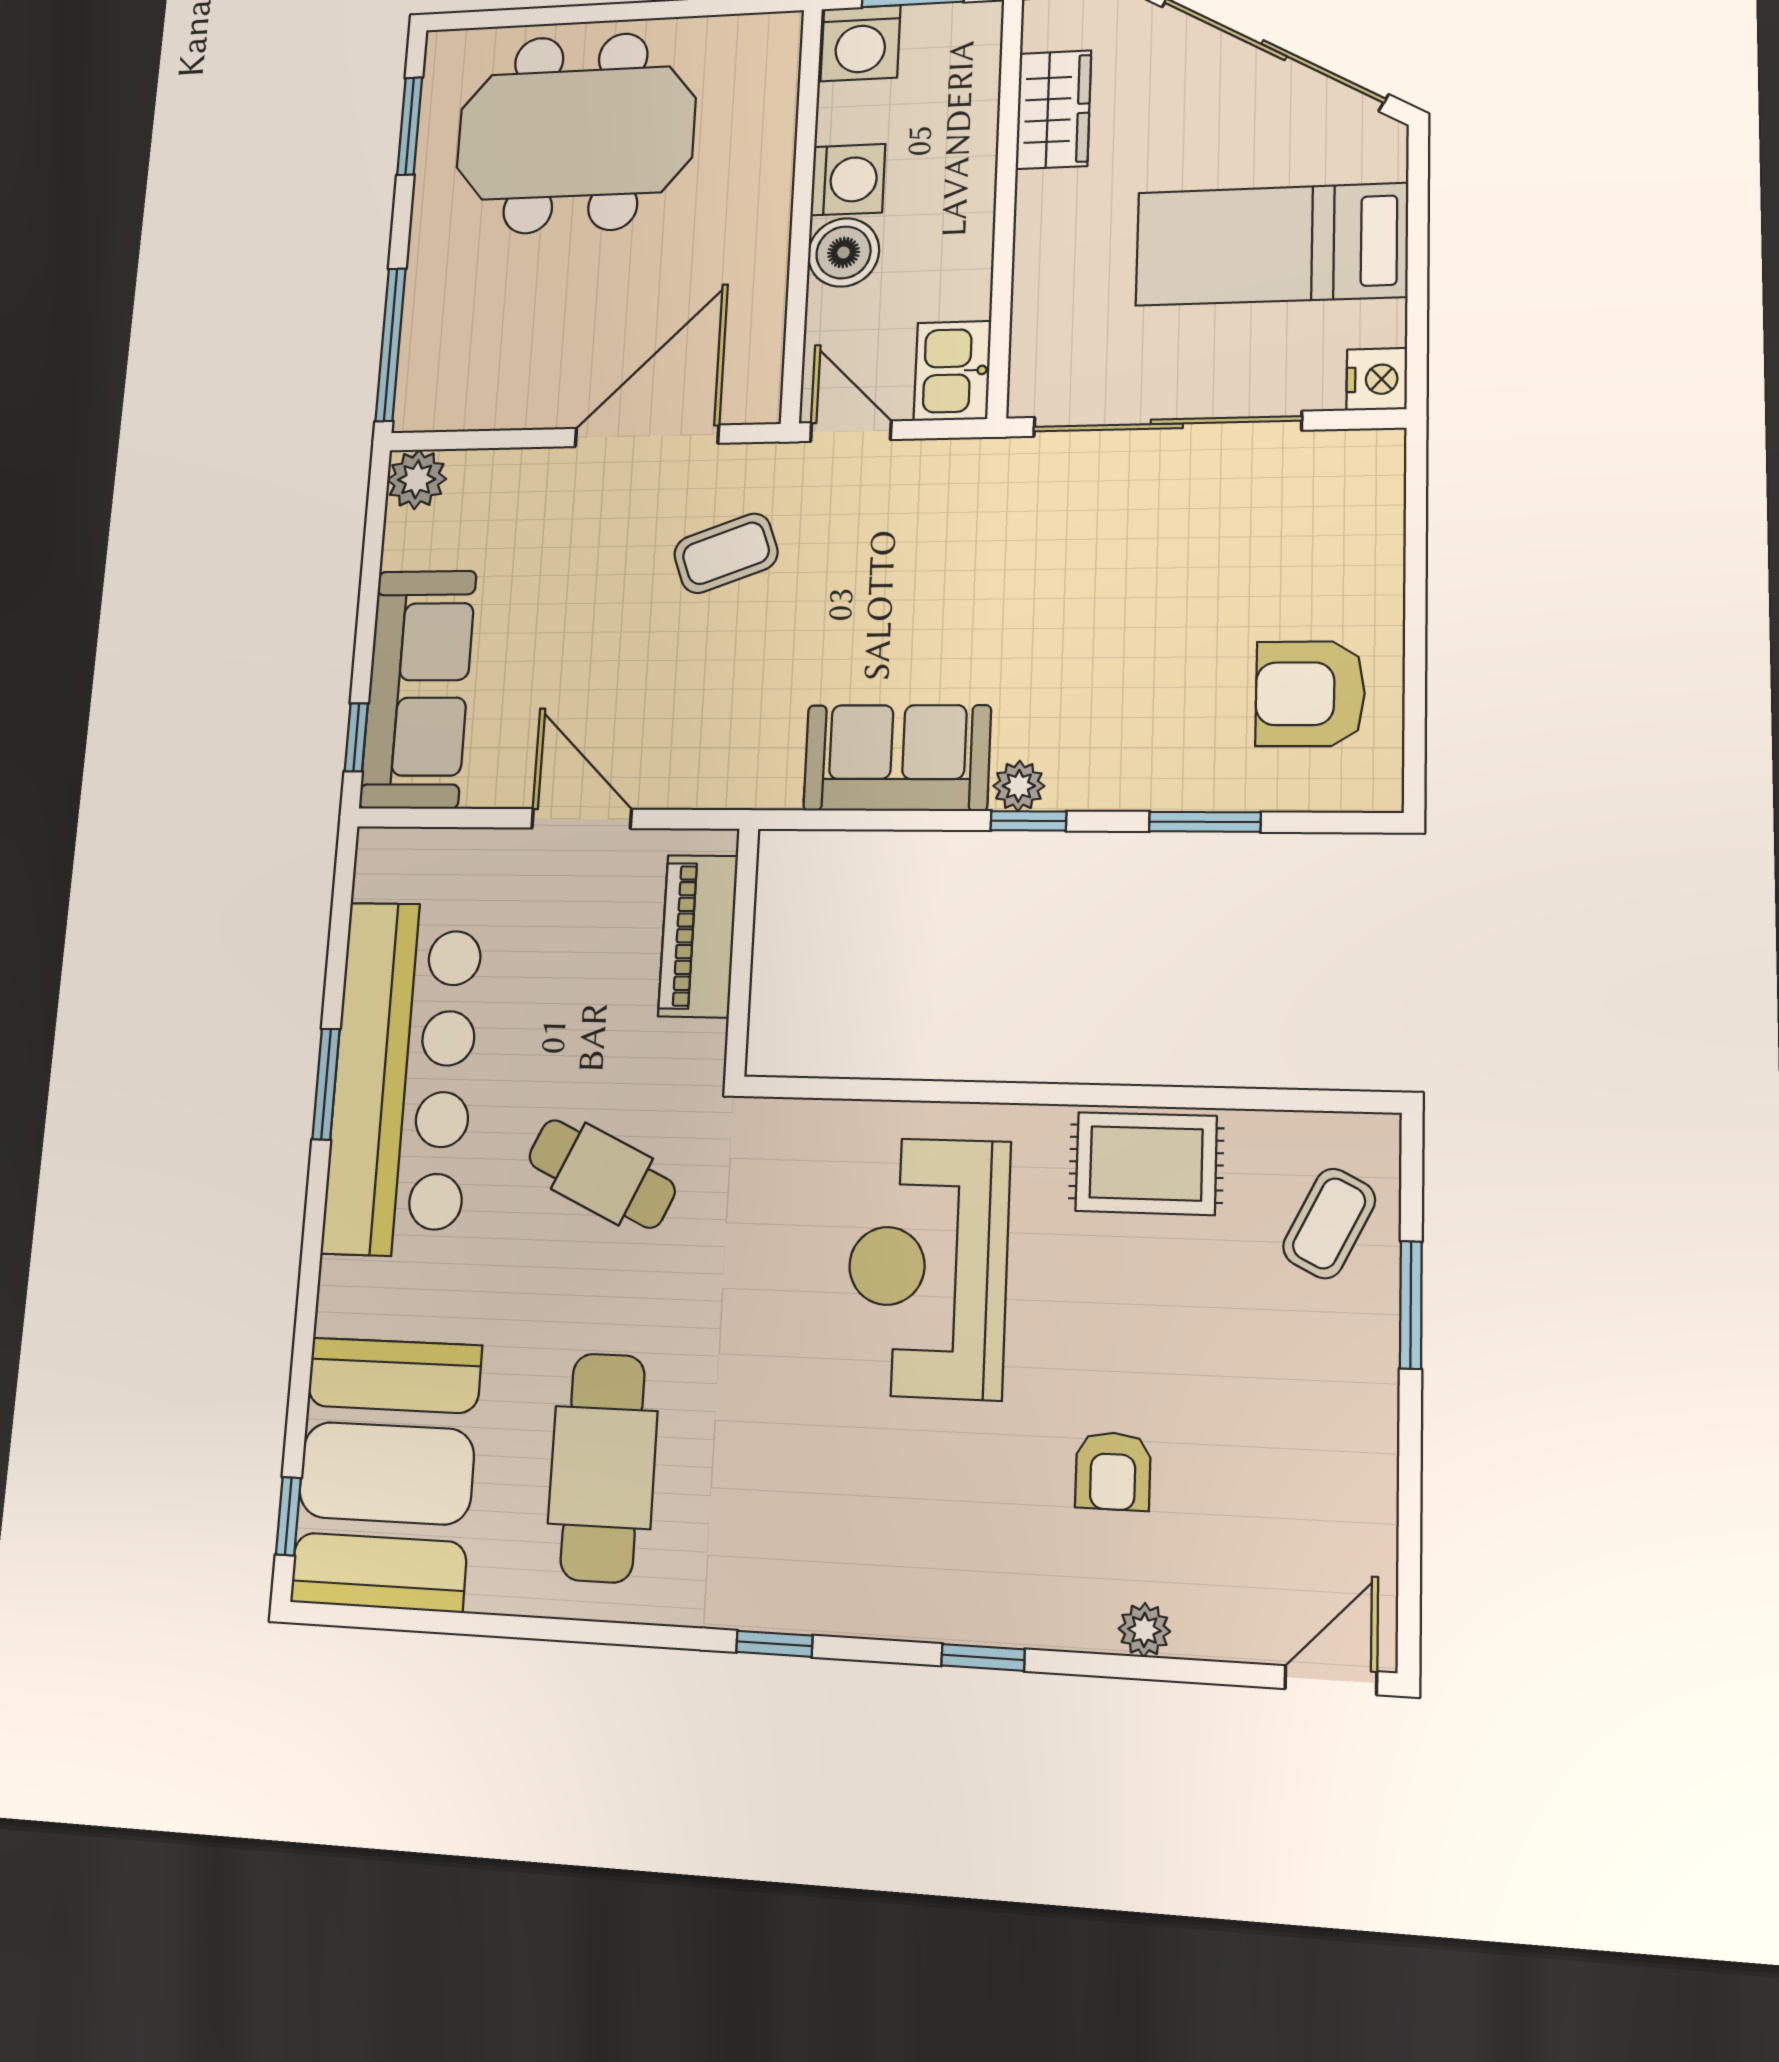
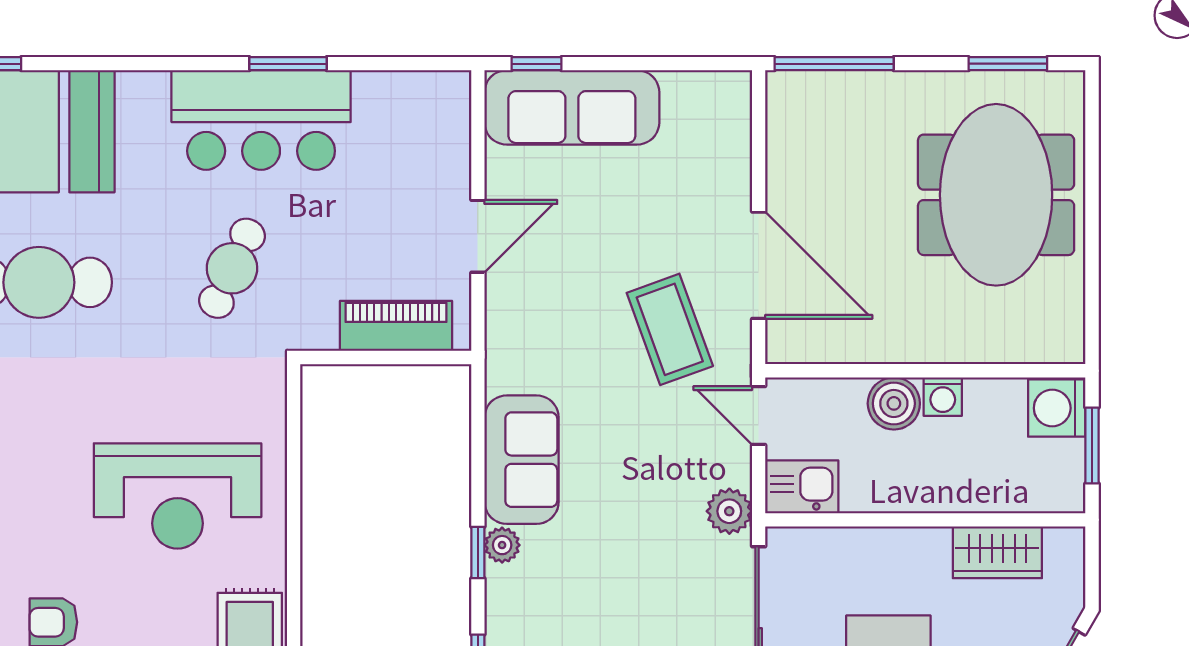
washing machine: (848, 180) -> (943, 397), width x0.73, depth x0.73
door: (851, 431) -> (759, 415), swing flipped
plant: (417, 479) -> (729, 511), moved
coffee table: (726, 553) -> (670, 329), width x1.36, depth x1.30
bar counter: (403, 1078) -> (261, 120), width x0.73
reception desk: (928, 1267) -> (178, 496), turned 180

